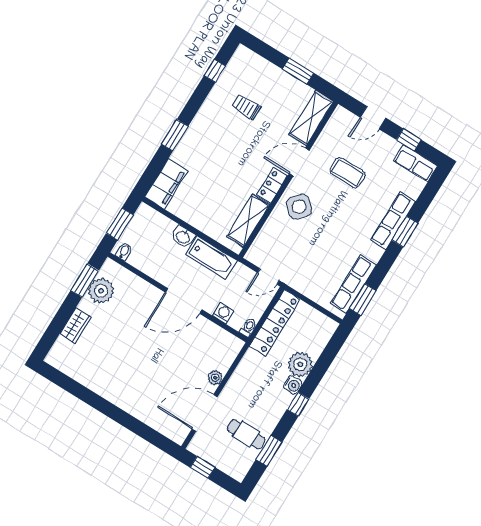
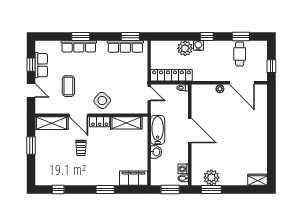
trolley: (246, 107) -> (81, 148), moved
row of seats: (415, 163) -> (41, 65), moved
washing machine: (223, 313) -> (183, 169), moved
wardrobe: (75, 326) -> (257, 180), moved

